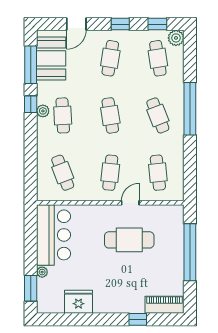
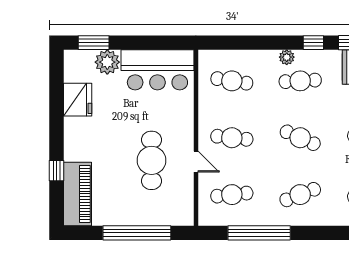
window: (190, 109) -> (259, 233), moved
plant: (43, 111) -> (287, 57), moved
cafe table: (110, 115) -> (300, 138), turned 33
cafe table: (63, 173) -> (232, 81), turned 30
plant: (42, 272) -> (107, 62), width x1.88, depth x1.88
piano: (164, 305) -> (77, 194), width x1.37, depth x1.33

